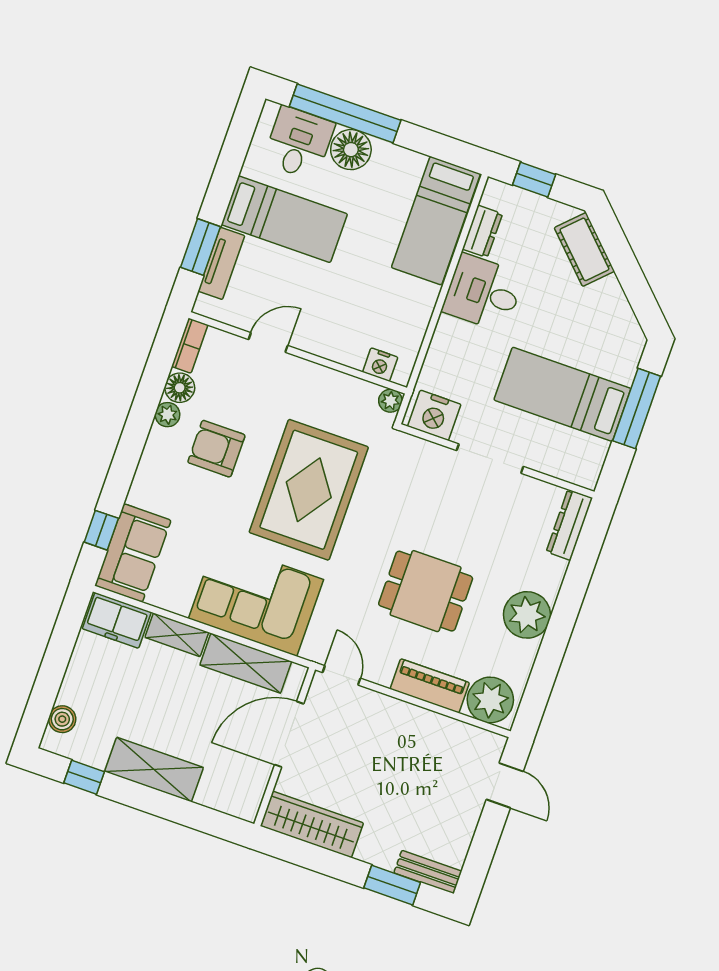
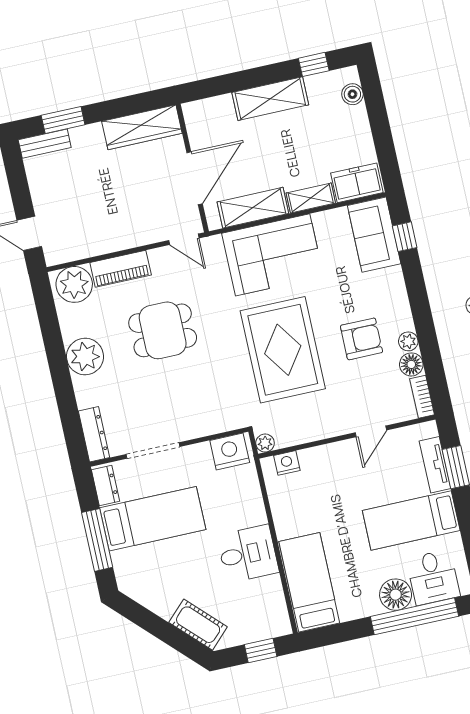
dresser: (482, 231) -> (105, 486), moved, turned 180
doorway: (490, 459) -> (153, 450), moved

